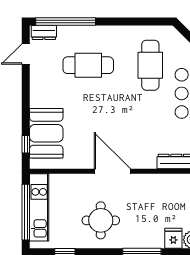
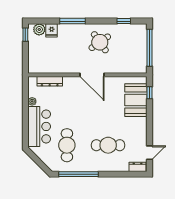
window: (66, 22) -> (78, 174), moved
kitchen unit: (39, 207) -> (141, 51), removed
round table: (101, 220) -> (100, 42), turned -35

